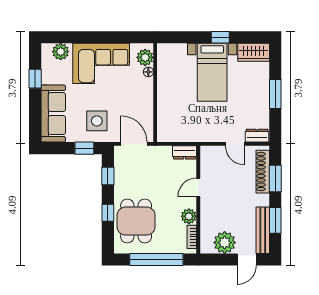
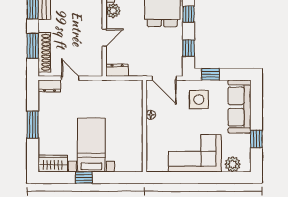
plant: (145, 57) -> (154, 159), removed
floor lamp: (148, 72) -> (151, 115), moved

